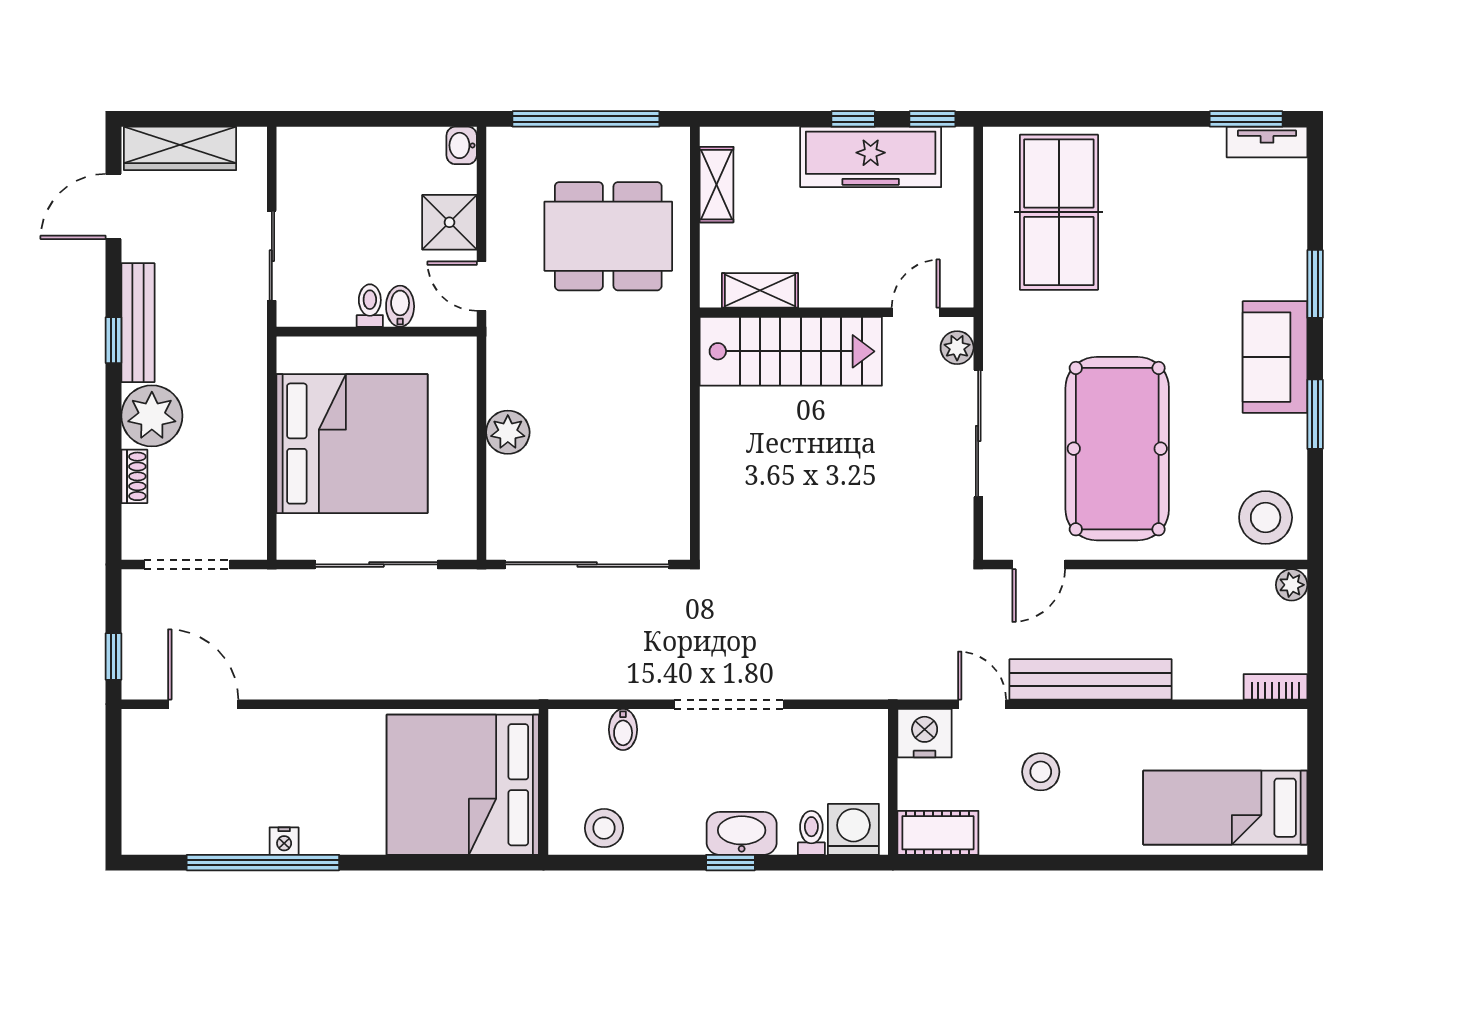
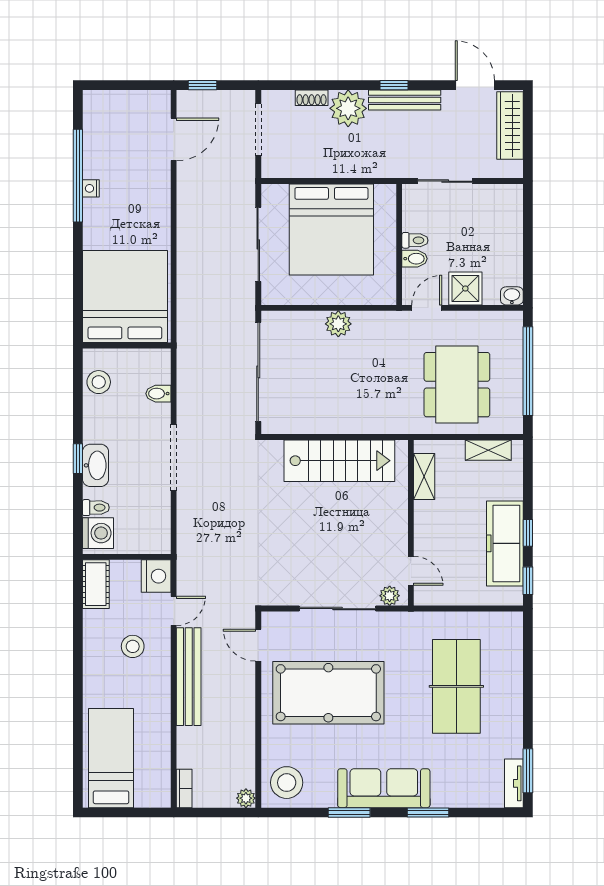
table tennis table: (1059, 212) -> (456, 686), moved, turned 90
stairs: (791, 351) -> (339, 461), moved, turned -90
sofa: (1275, 357) -> (384, 788), width x1.36

